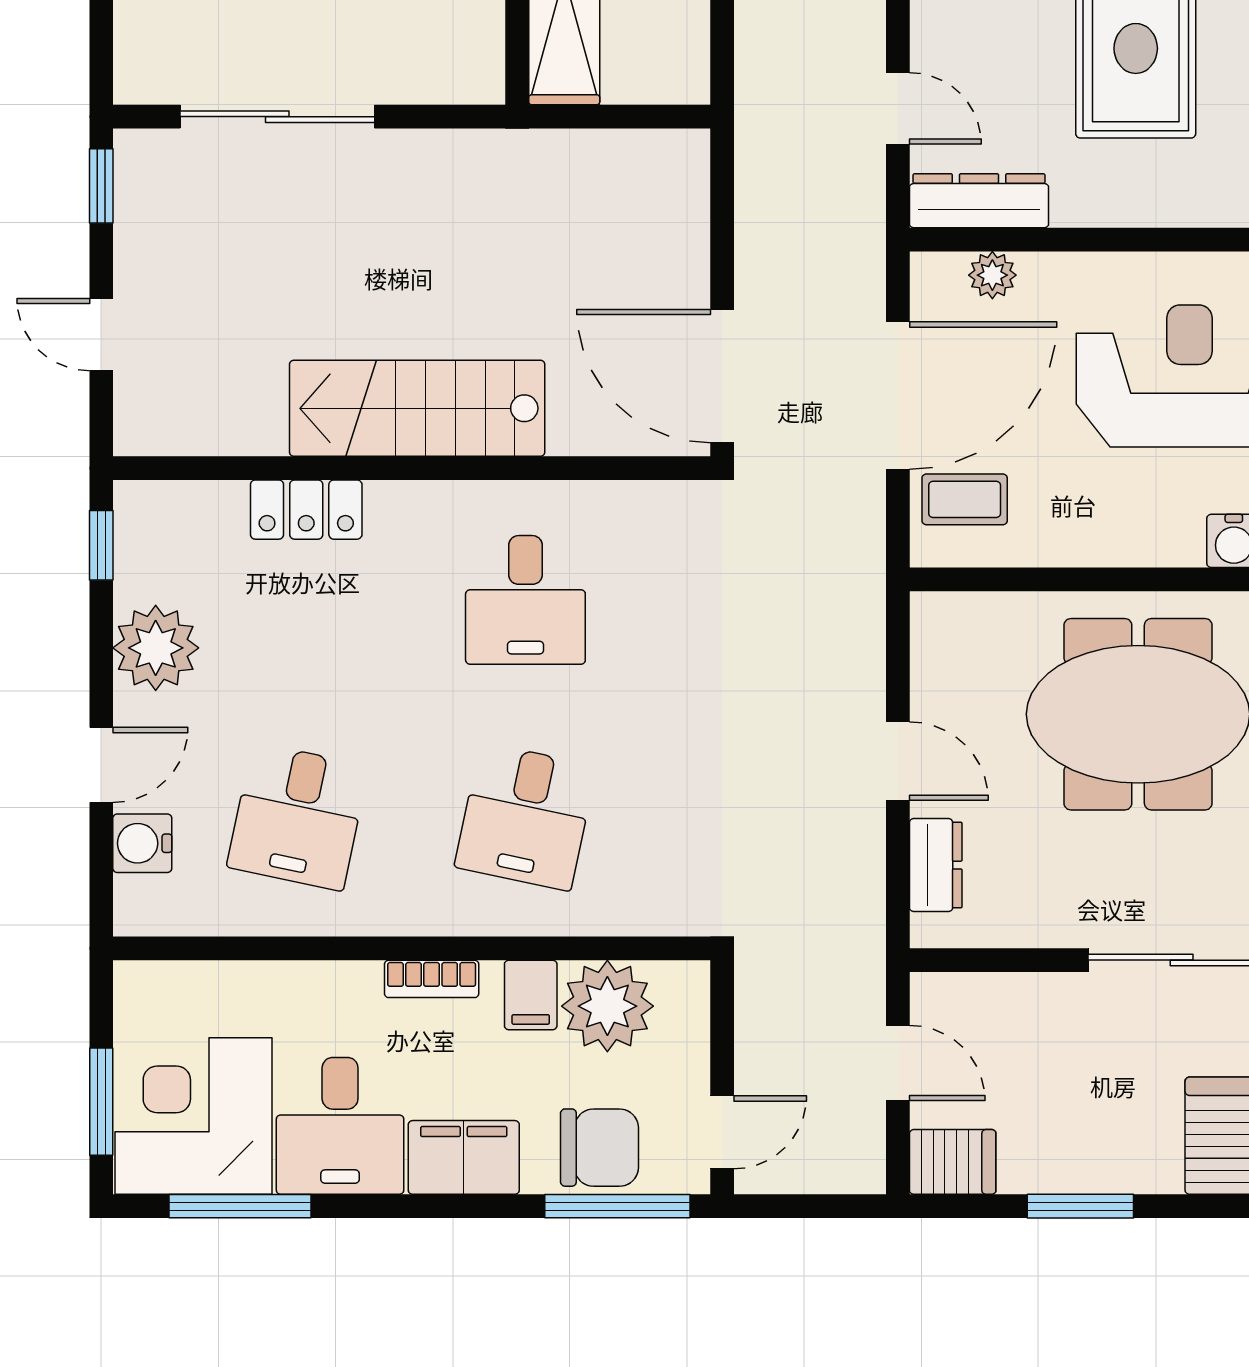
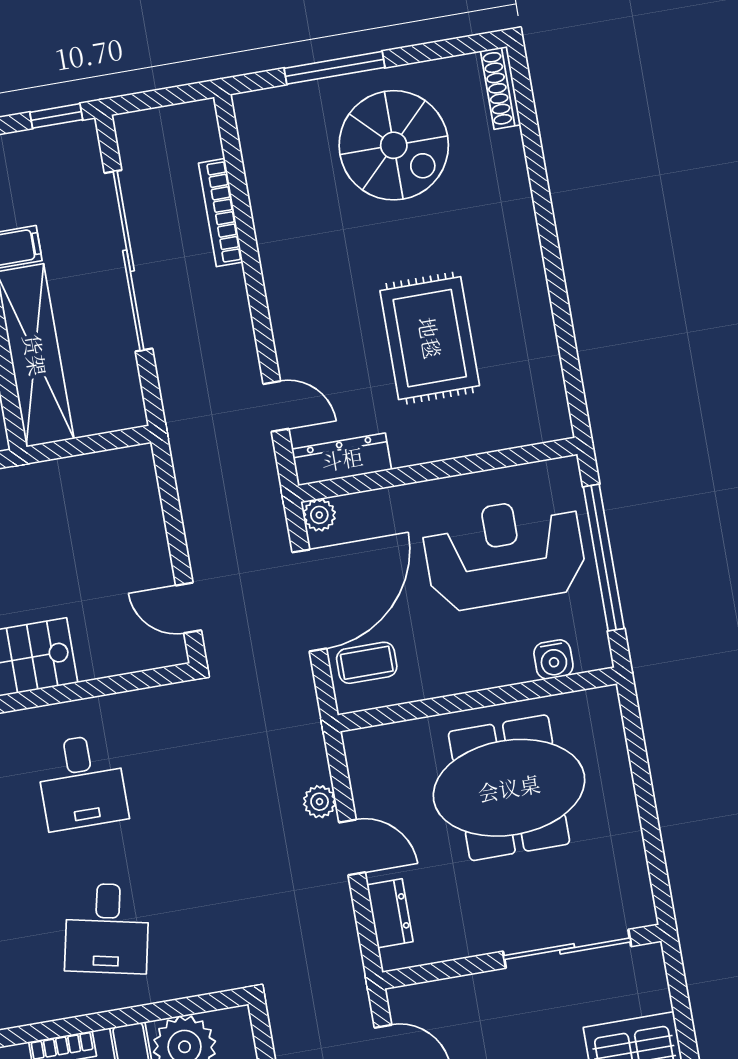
plant: (992, 275) -> (319, 515), moved
door: (722, 376) -> (188, 608), width x0.53
plant: (862, 687) -> (320, 802), added

